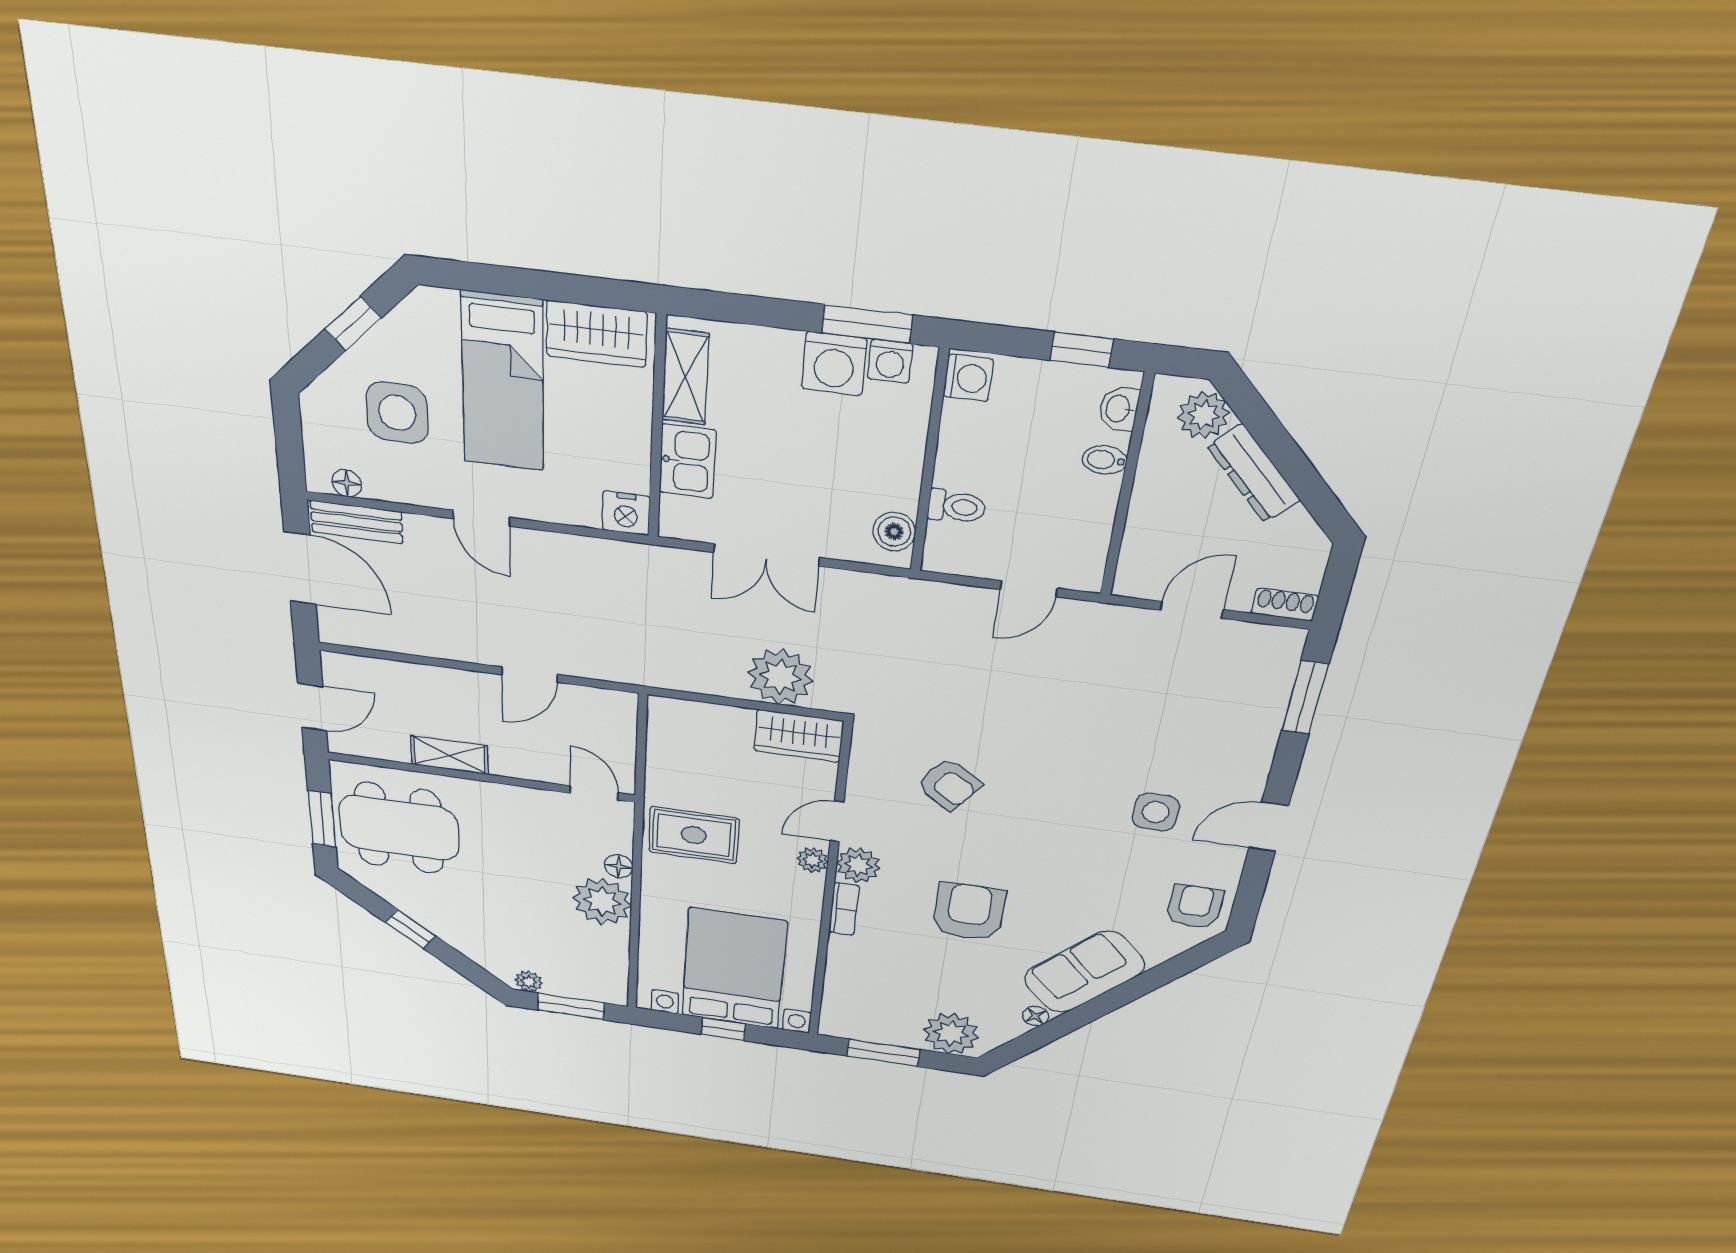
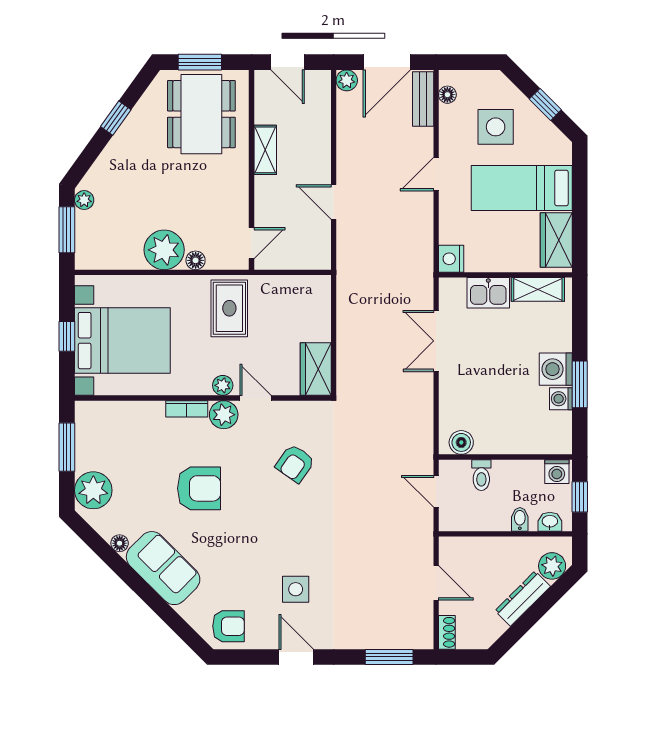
washing machine: (968, 378) -> (557, 472), moved
wall: (929, 463) -> (505, 457), moved
toilet: (957, 507) -> (481, 475), moved
boiler: (894, 532) -> (461, 442), moved
plant: (780, 677) -> (347, 80), moved, width x0.53, depth x0.53

